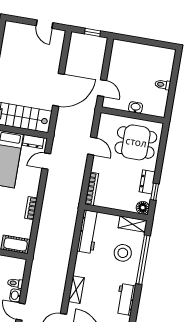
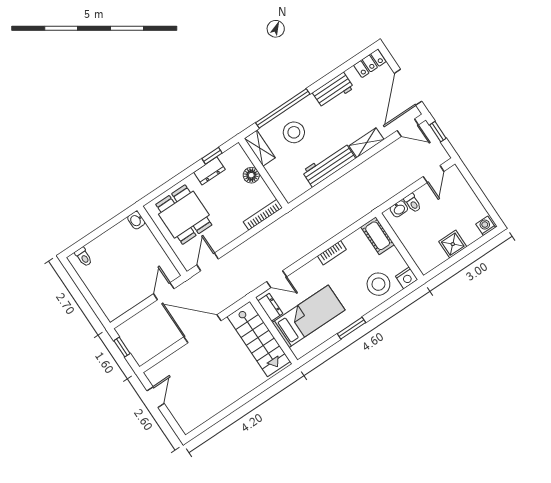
toilet: (163, 85) -> (83, 257), moved
washbasin: (136, 107) -> (136, 220), moved
door: (92, 146) -> (208, 262), moved
floor lamp: (143, 208) -> (251, 175), moved
workbench: (88, 232) -> (329, 165), moved
washbasin: (15, 295) -> (399, 209), moved

